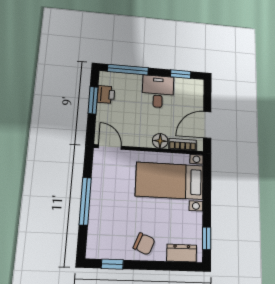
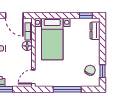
chair: (144, 244) -> (90, 70), moved

